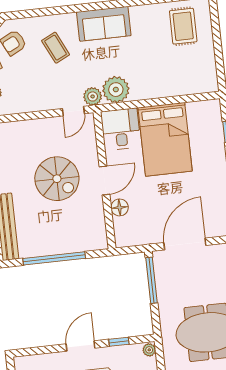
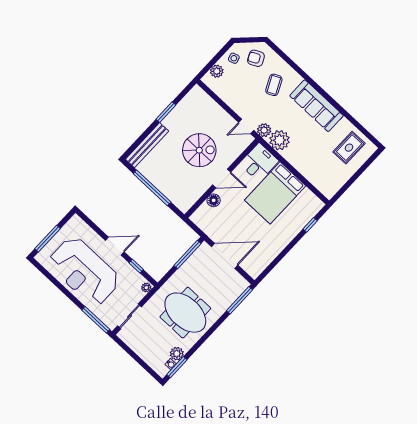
sofa: (104, 24) -> (316, 106), width x1.36
spiral stairs: (57, 179) -> (199, 150), turned -90

